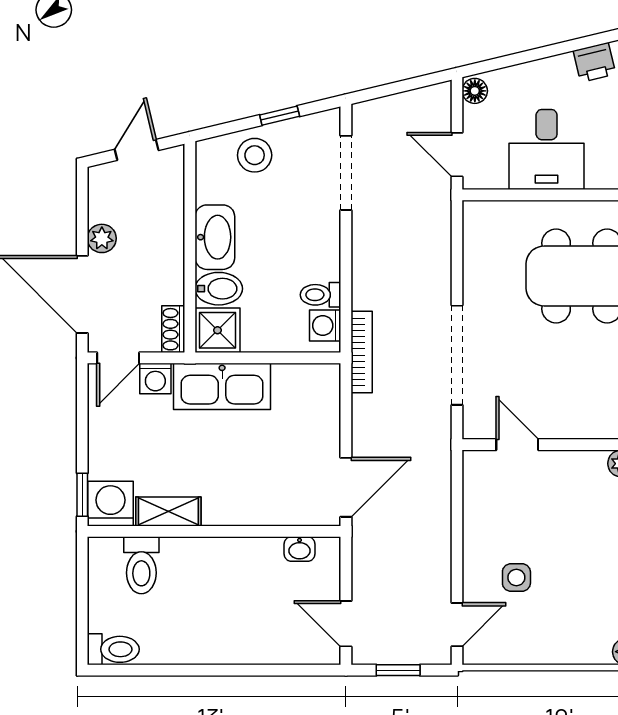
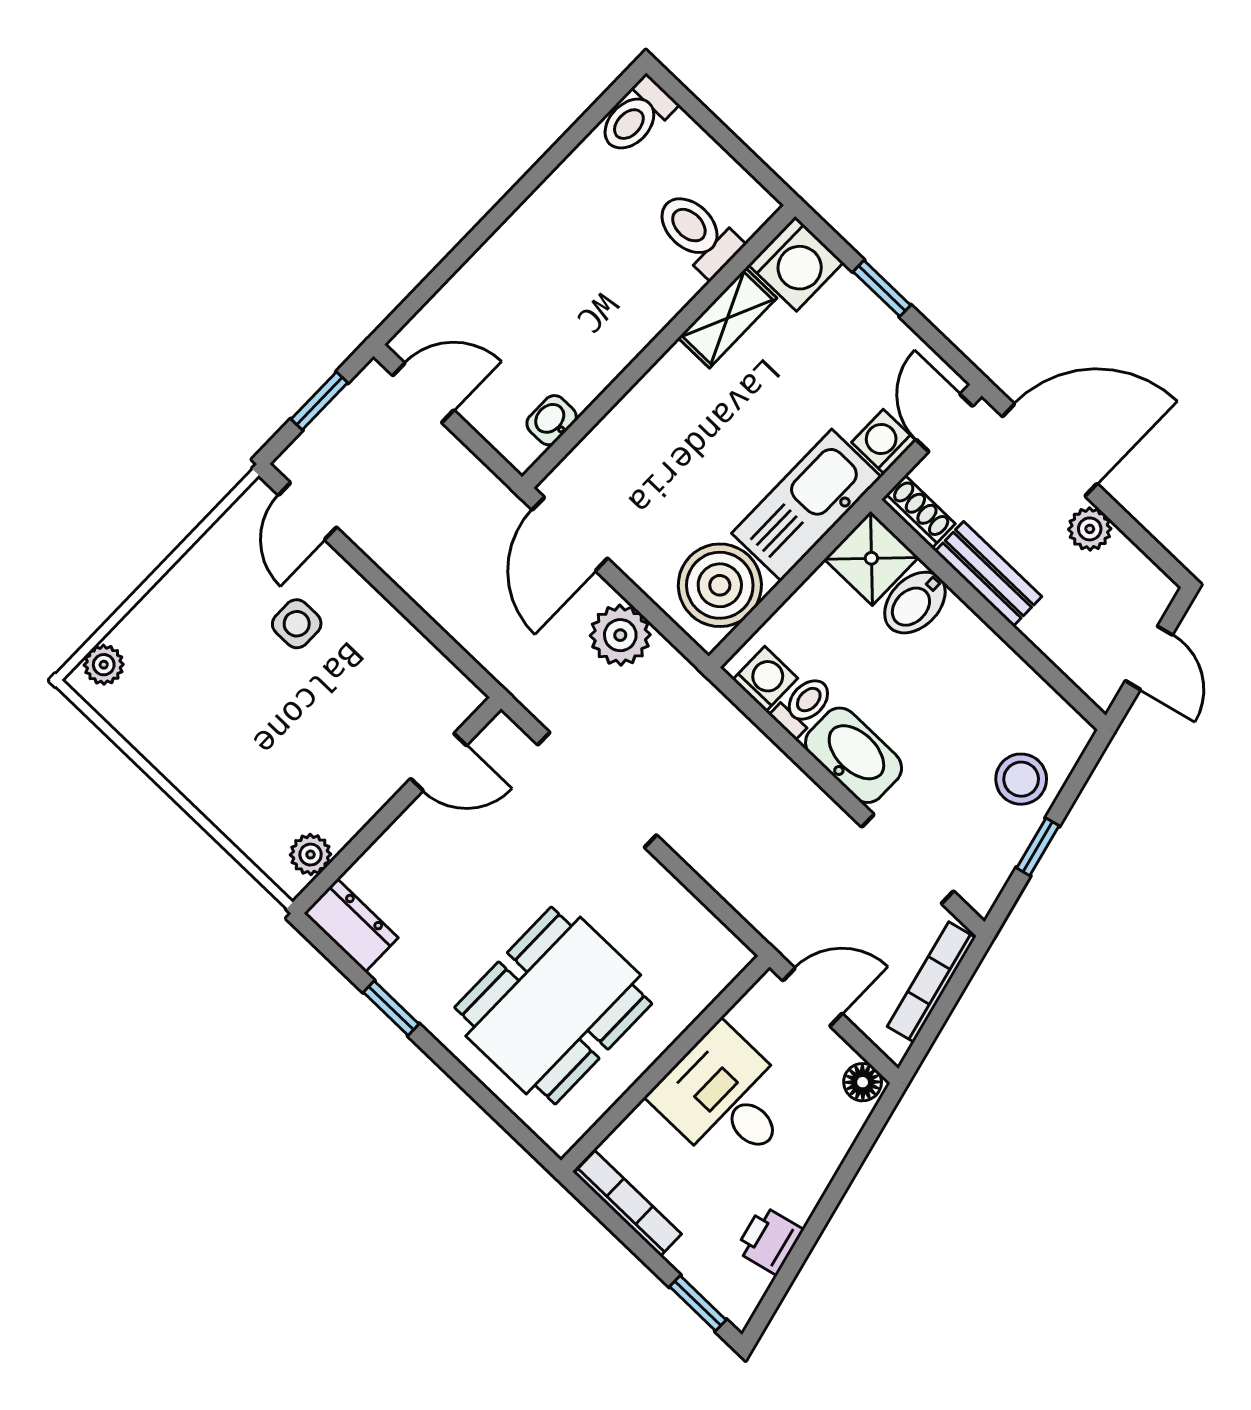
washbasin: (215, 237) -> (854, 755), moved, turned 180
bench: (171, 266) -> (988, 574), added
bookcase: (362, 352) -> (931, 982), moved, turned 77
boiler: (301, 391) -> (720, 585), added
plant: (371, 416) -> (620, 635), added
window: (82, 495) -> (882, 288), moved

